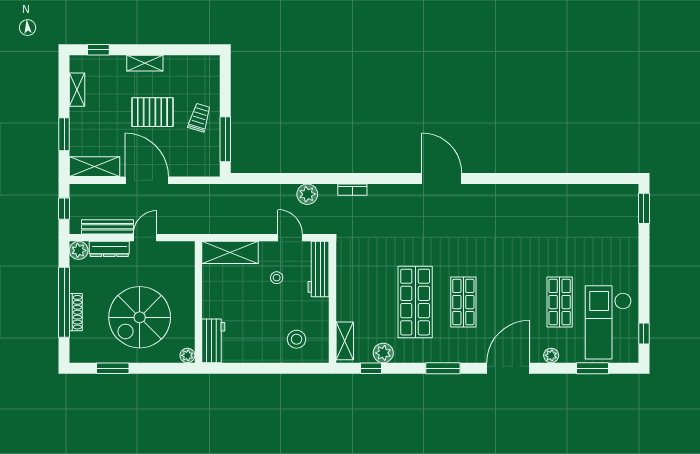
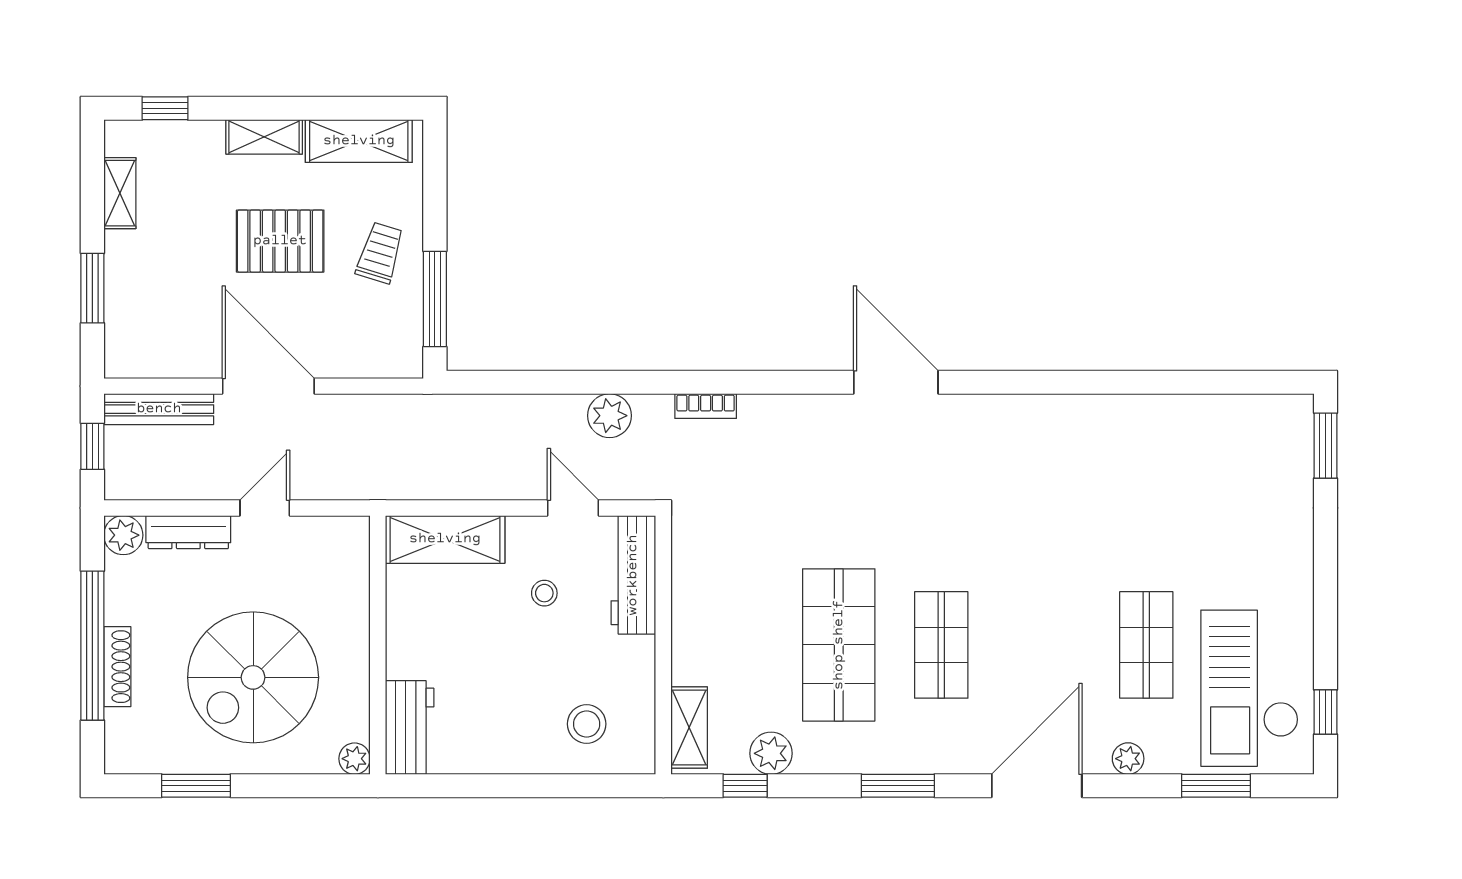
shelving: (95, 167) -> (359, 141), moved
bench: (107, 227) -> (159, 409), moved

